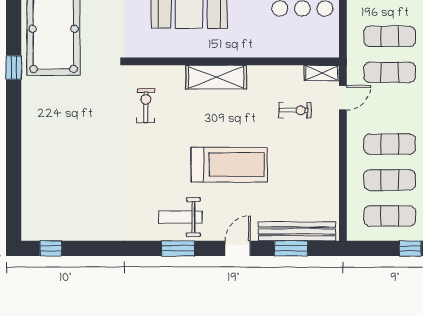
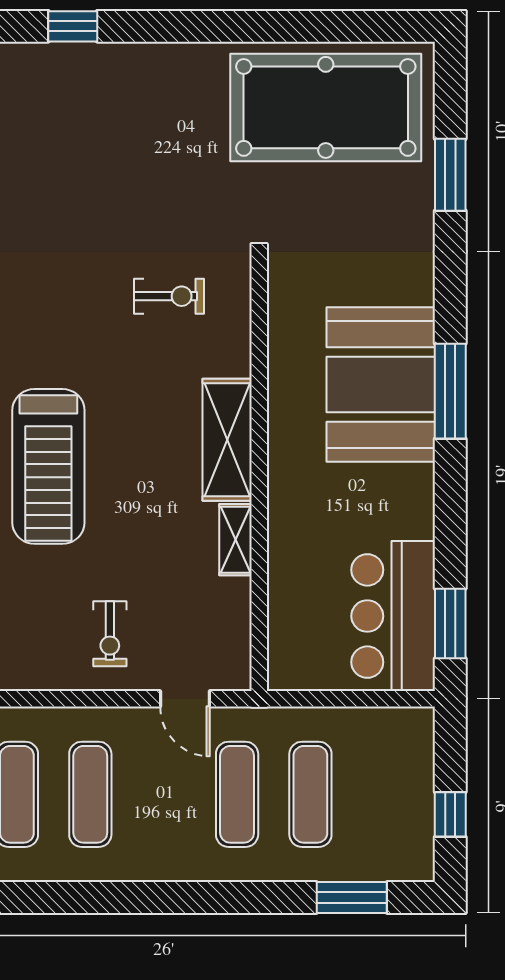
window: (14, 67) -> (73, 26), moved
shelving: (322, 73) -> (235, 540), moved
exercise bike: (295, 110) -> (110, 634), moved

